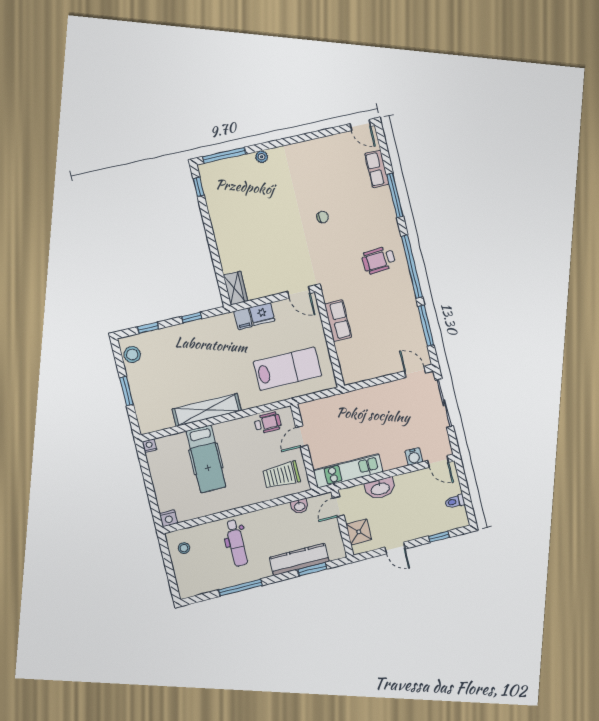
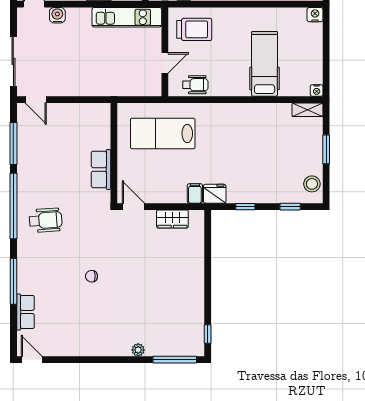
wardrobe: (235, 288) -> (172, 219), moved, turned -90
fridge: (262, 314) -> (215, 194), moved
shelving: (207, 410) -> (307, 110), moved, width x0.45, depth x0.75
wheelchair: (268, 423) -> (195, 85), turned 180

